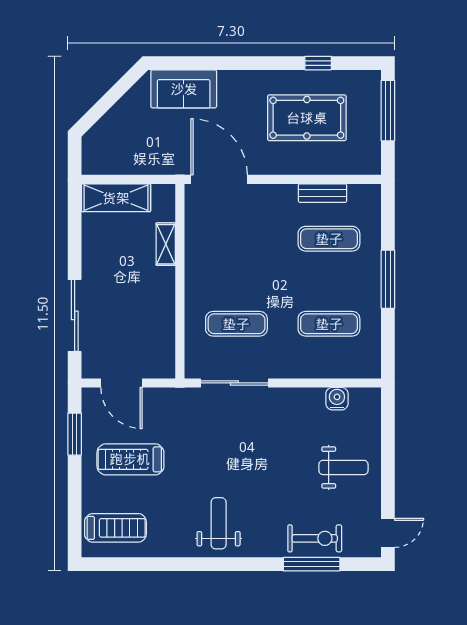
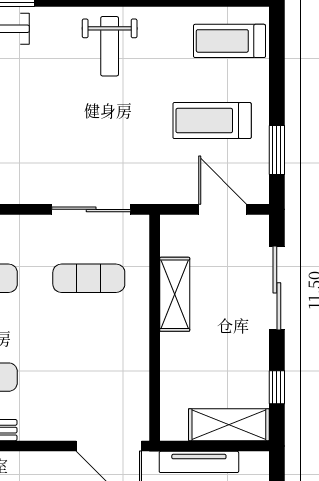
tv unit: (142, 166) -> (199, 462), added
window: (75, 230) -> (277, 387), added
shelving: (166, 244) -> (175, 294), moved, width x1.50, depth x1.33
treadmill: (130, 459) -> (212, 121), turned 180

